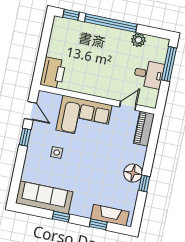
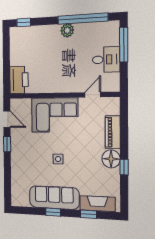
window: (111, 23) -> (83, 19), moved
plant: (138, 40) -> (67, 30), moved
piano: (144, 129) -> (113, 132), moved
side table: (57, 153) -> (58, 159), moved
sofa: (44, 197) -> (54, 198), moved

